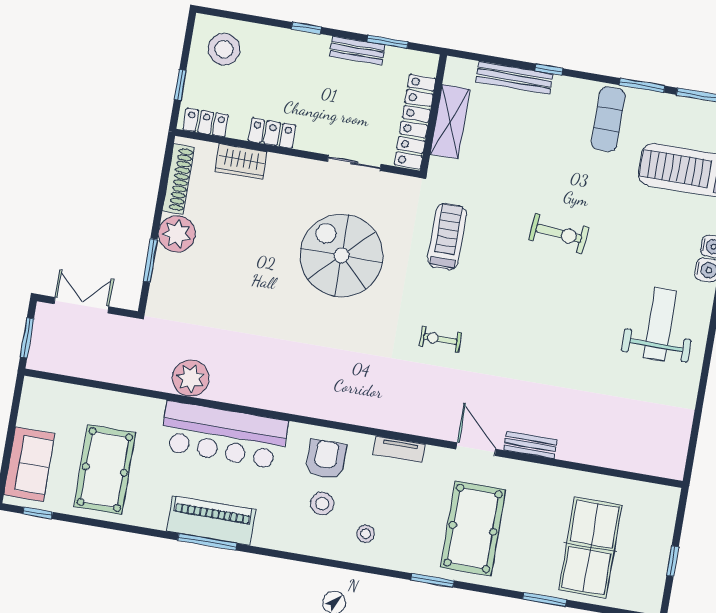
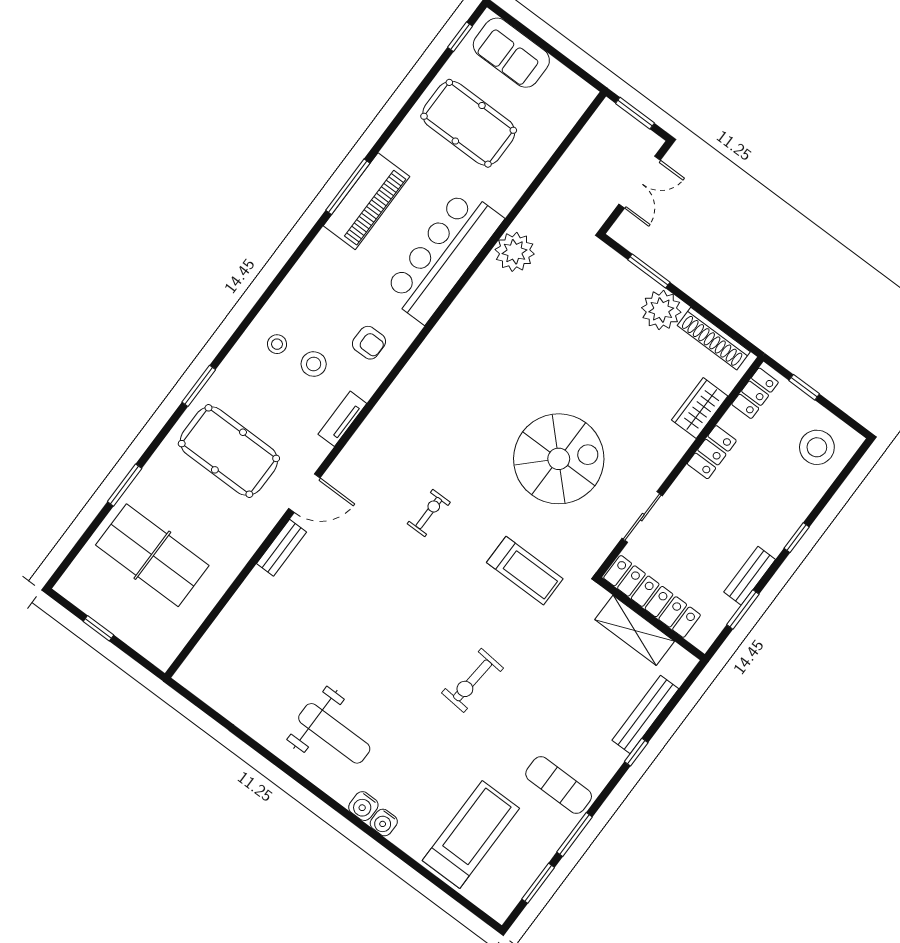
armchair: (326, 459) -> (369, 343), width x0.72, depth x0.72
stool: (322, 504) -> (314, 364), moved

